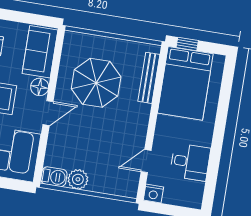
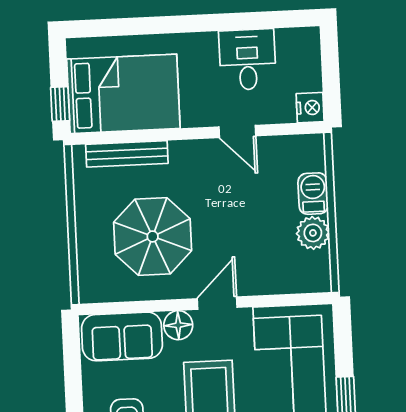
door: (48, 113) -> (217, 303), hinge flipped
door: (146, 161) -> (237, 131), moved
barbecue: (54, 177) -> (313, 194), moved

